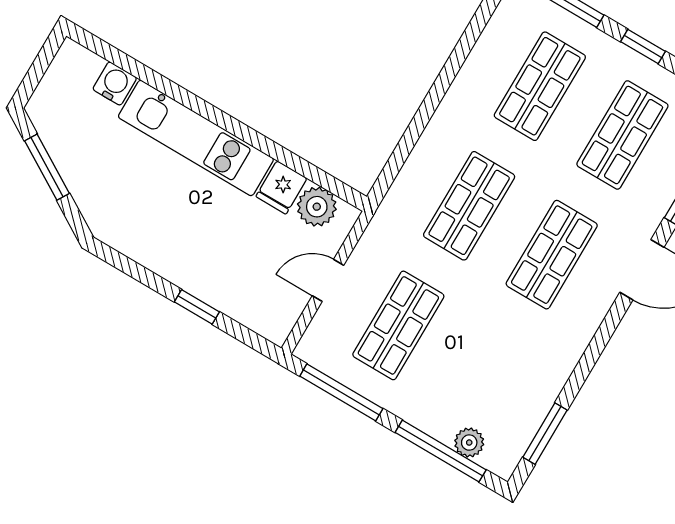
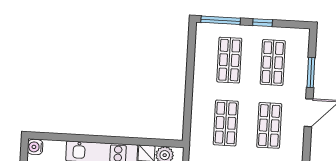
water cooler: (115, 83) -> (35, 147), moved, turned -90

